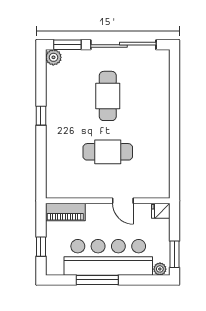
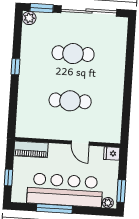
cafe table: (108, 96) -> (73, 54), turned 90

